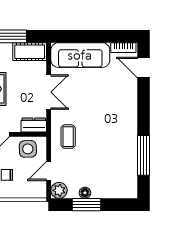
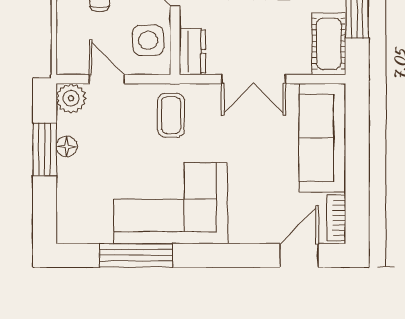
coffee table: (68, 137) -> (171, 115), turned 90
corner sofa: (116, 137) -> (171, 203), added

